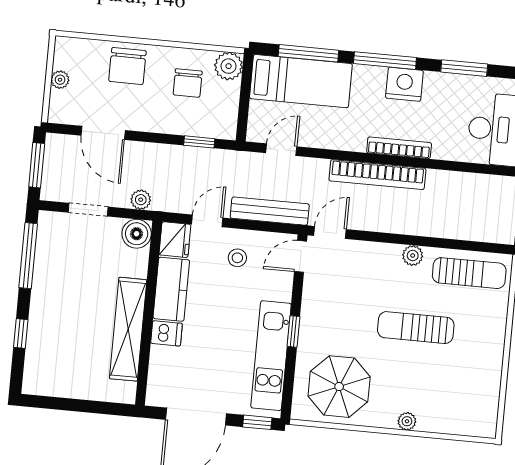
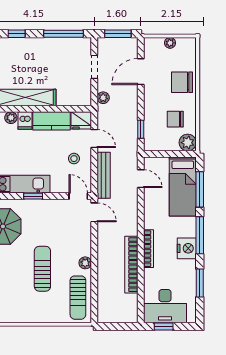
bookcase: (377, 175) -> (131, 265), moved
boiler: (137, 234) -> (83, 97), removed
plant: (159, 356) -> (11, 118), added

